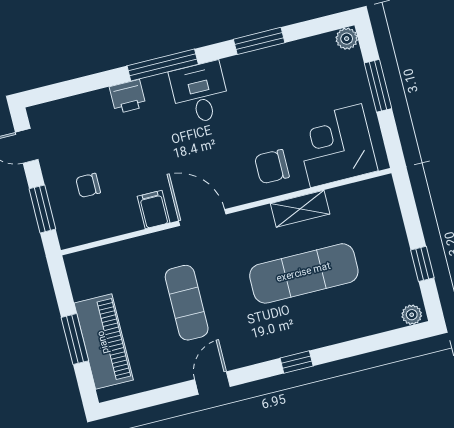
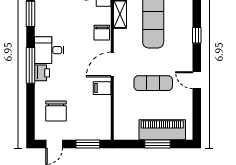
printer: (128, 97) -> (42, 73), moved
chair: (272, 167) -> (102, 33), moved
chair: (88, 185) -> (56, 111), moved, width x1.87, depth x1.87

